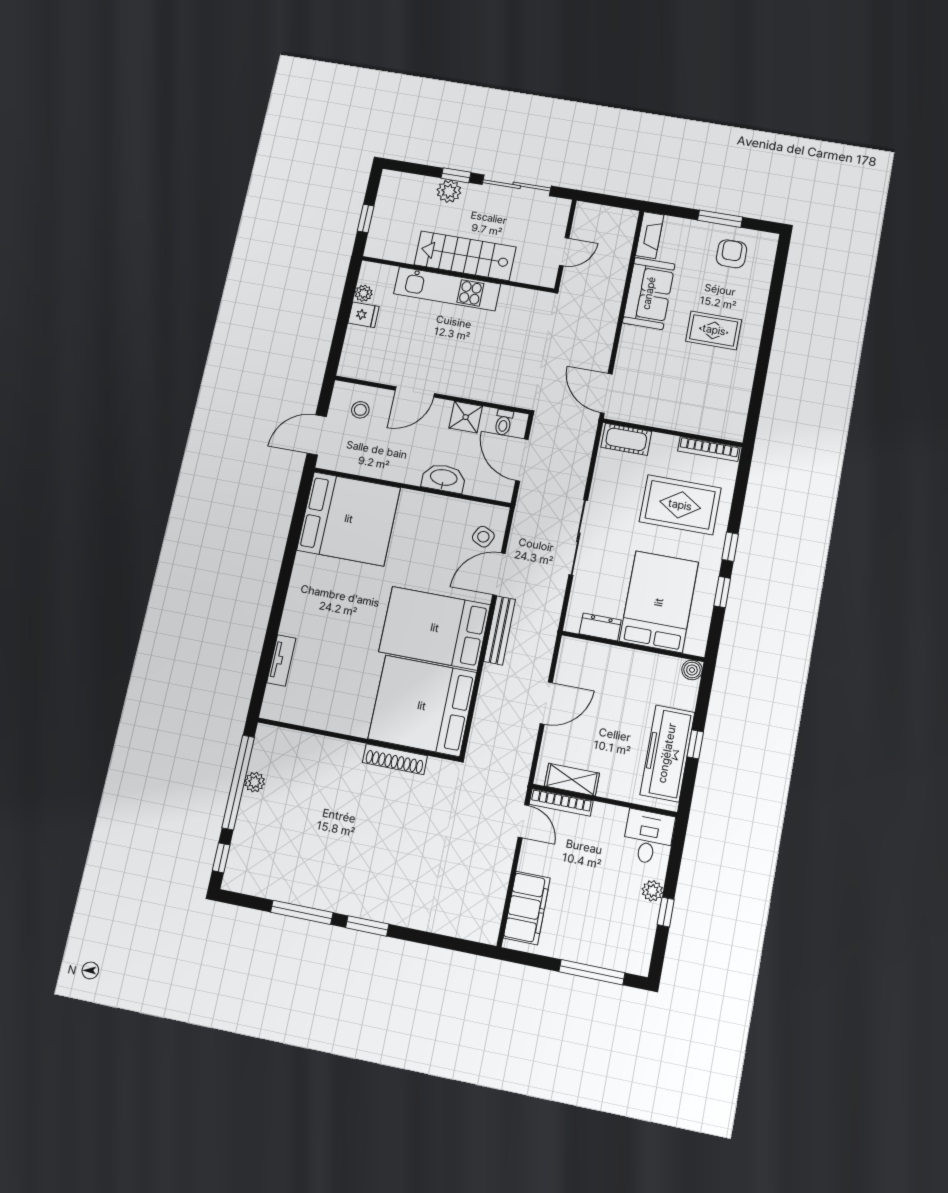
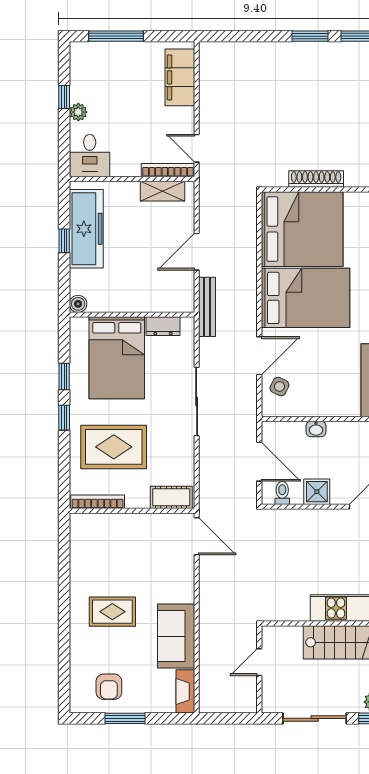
washbasin: (444, 478) -> (316, 429), width x0.52, depth x0.69
bench: (500, 630) -> (207, 307), moved

